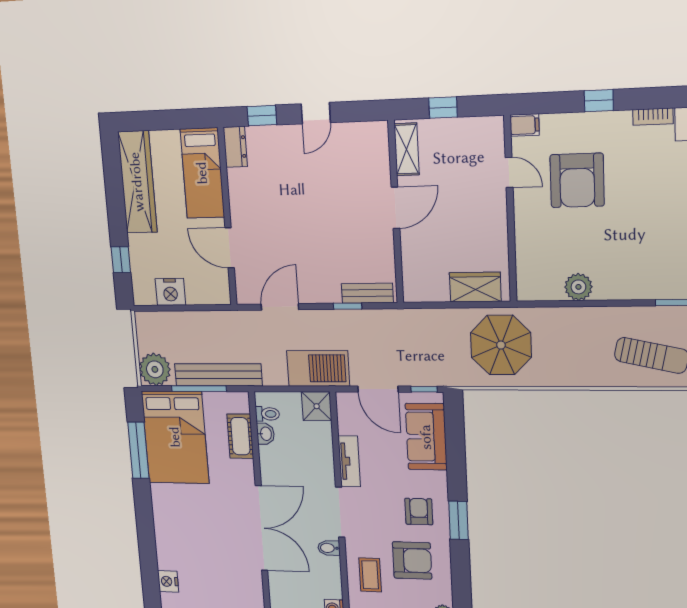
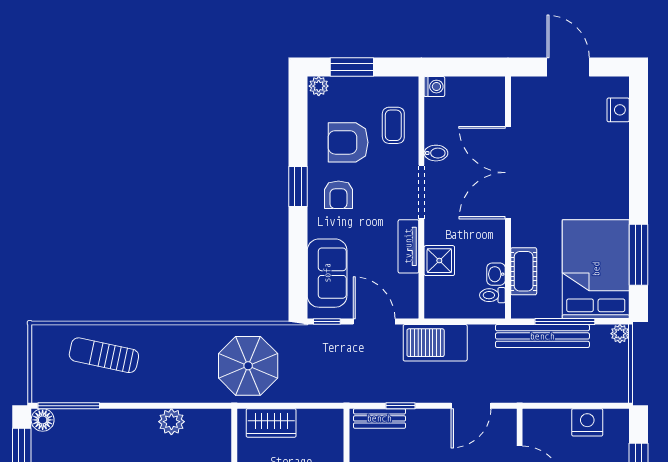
plant: (155, 369) -> (620, 334), width x0.53, depth x0.53
shower: (317, 406) -> (439, 261), moved

